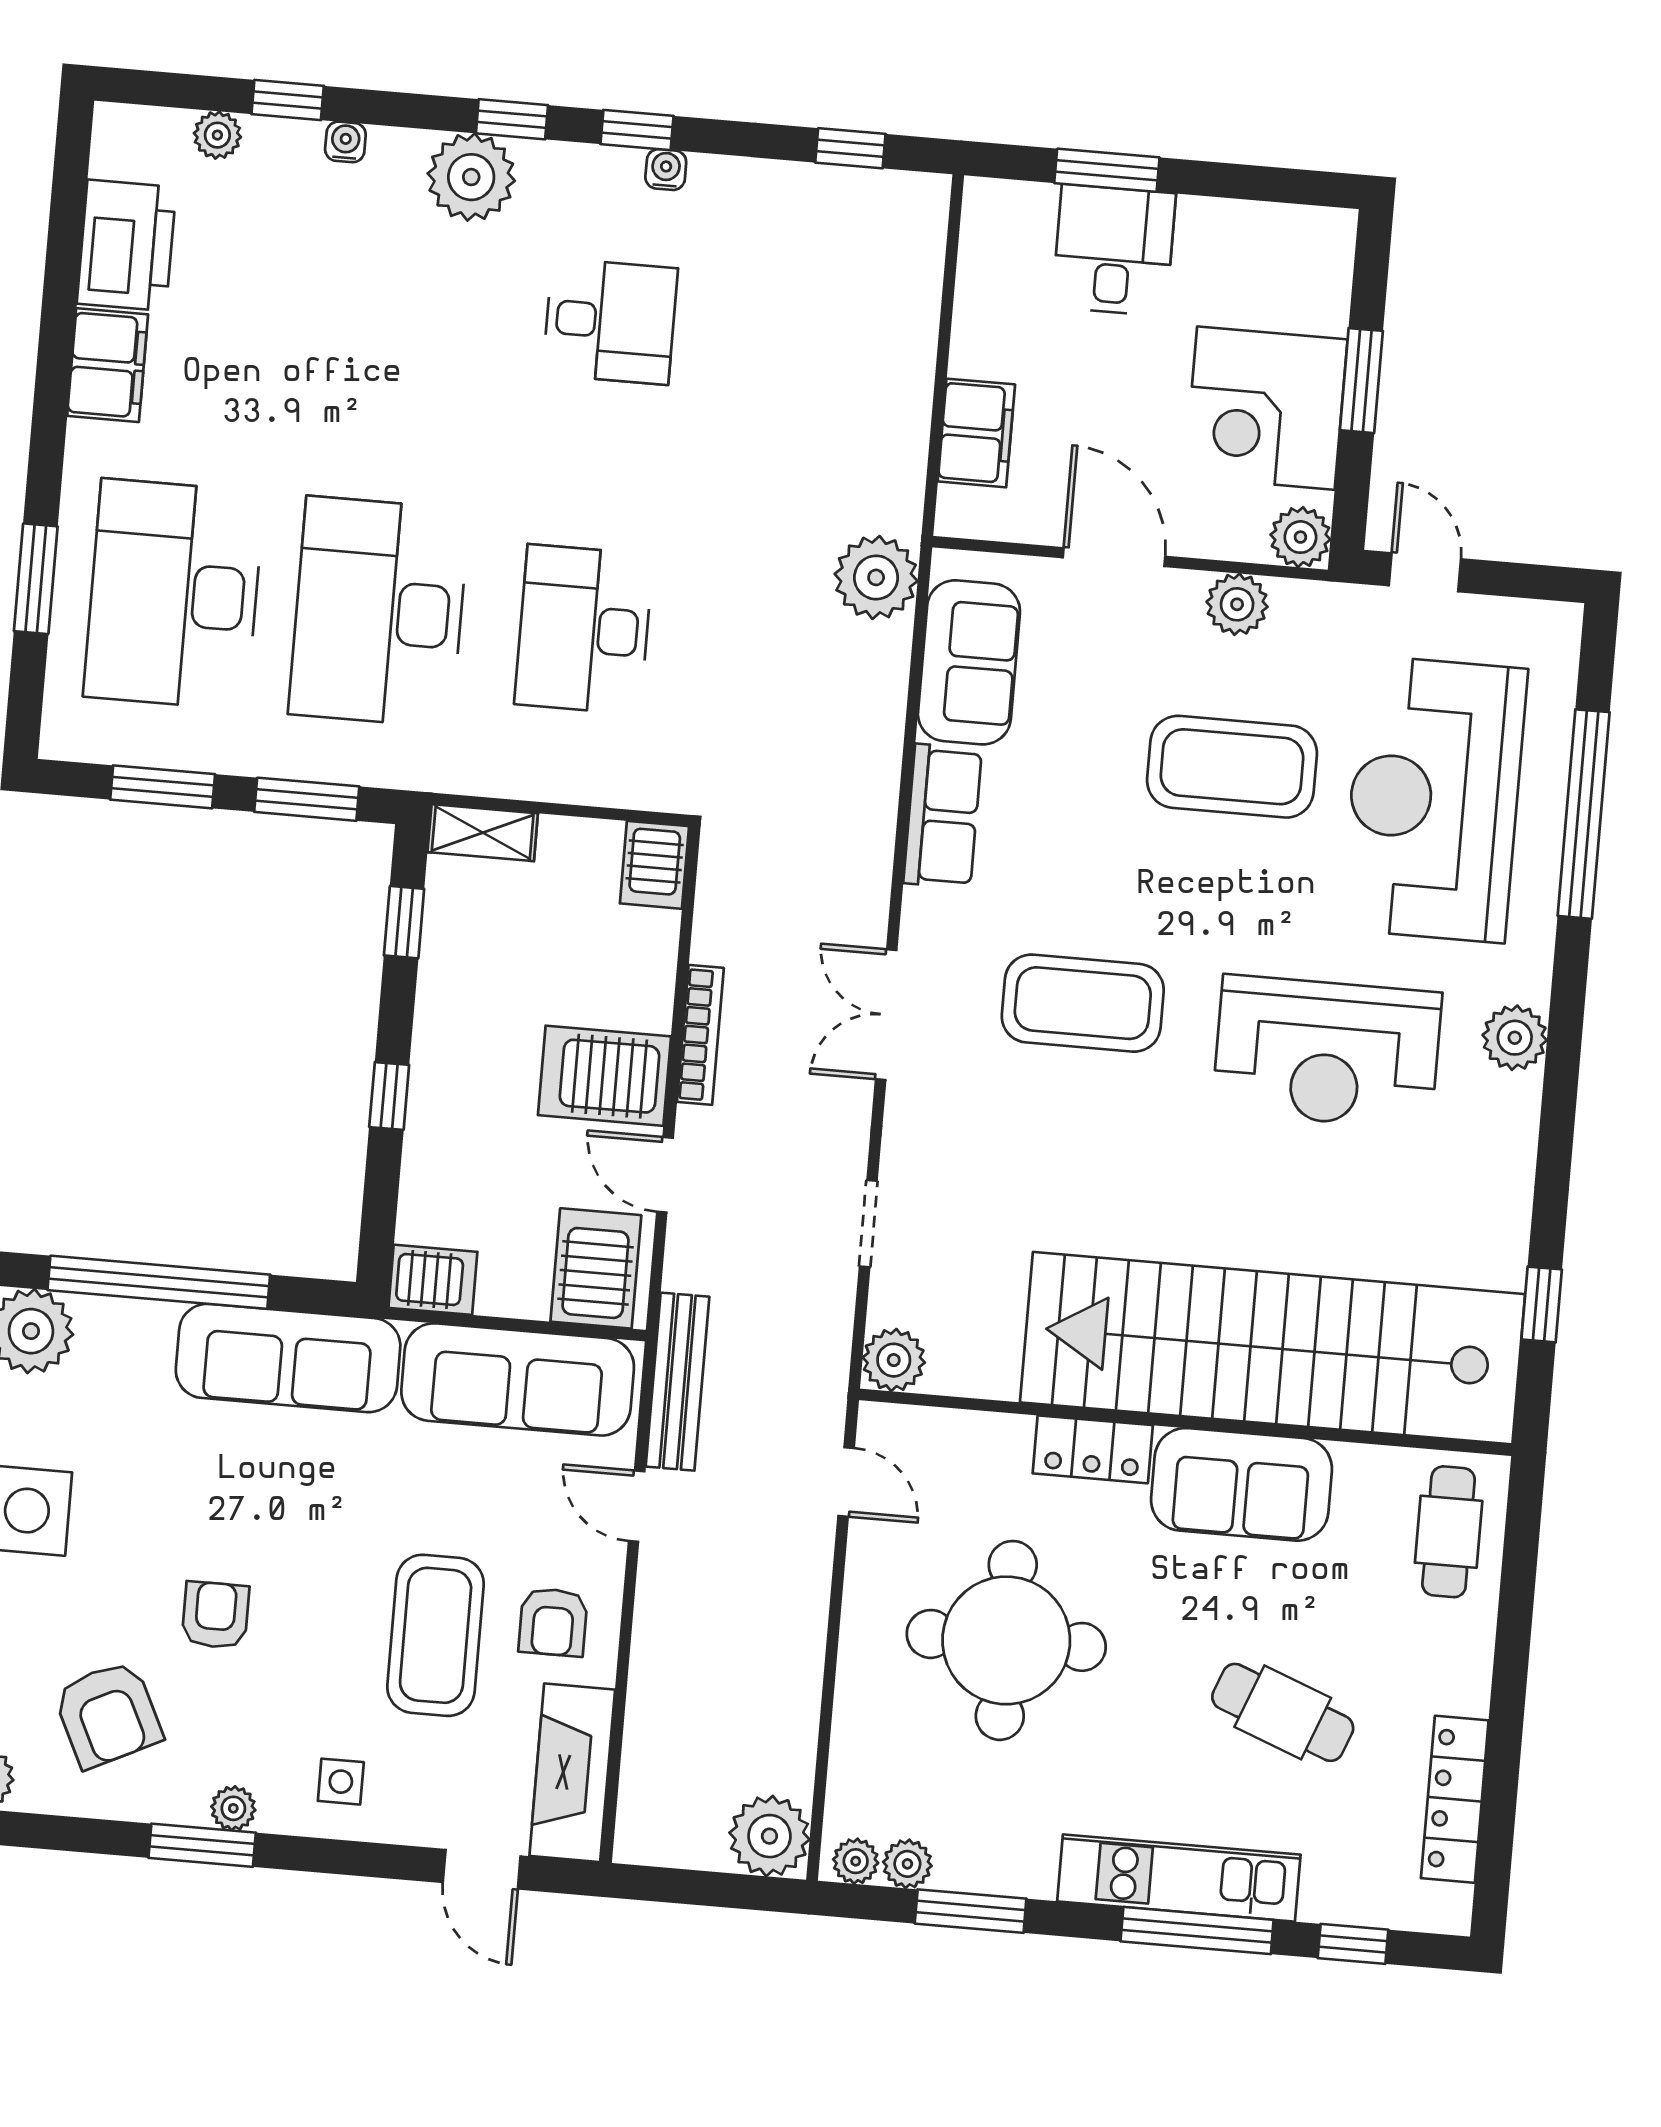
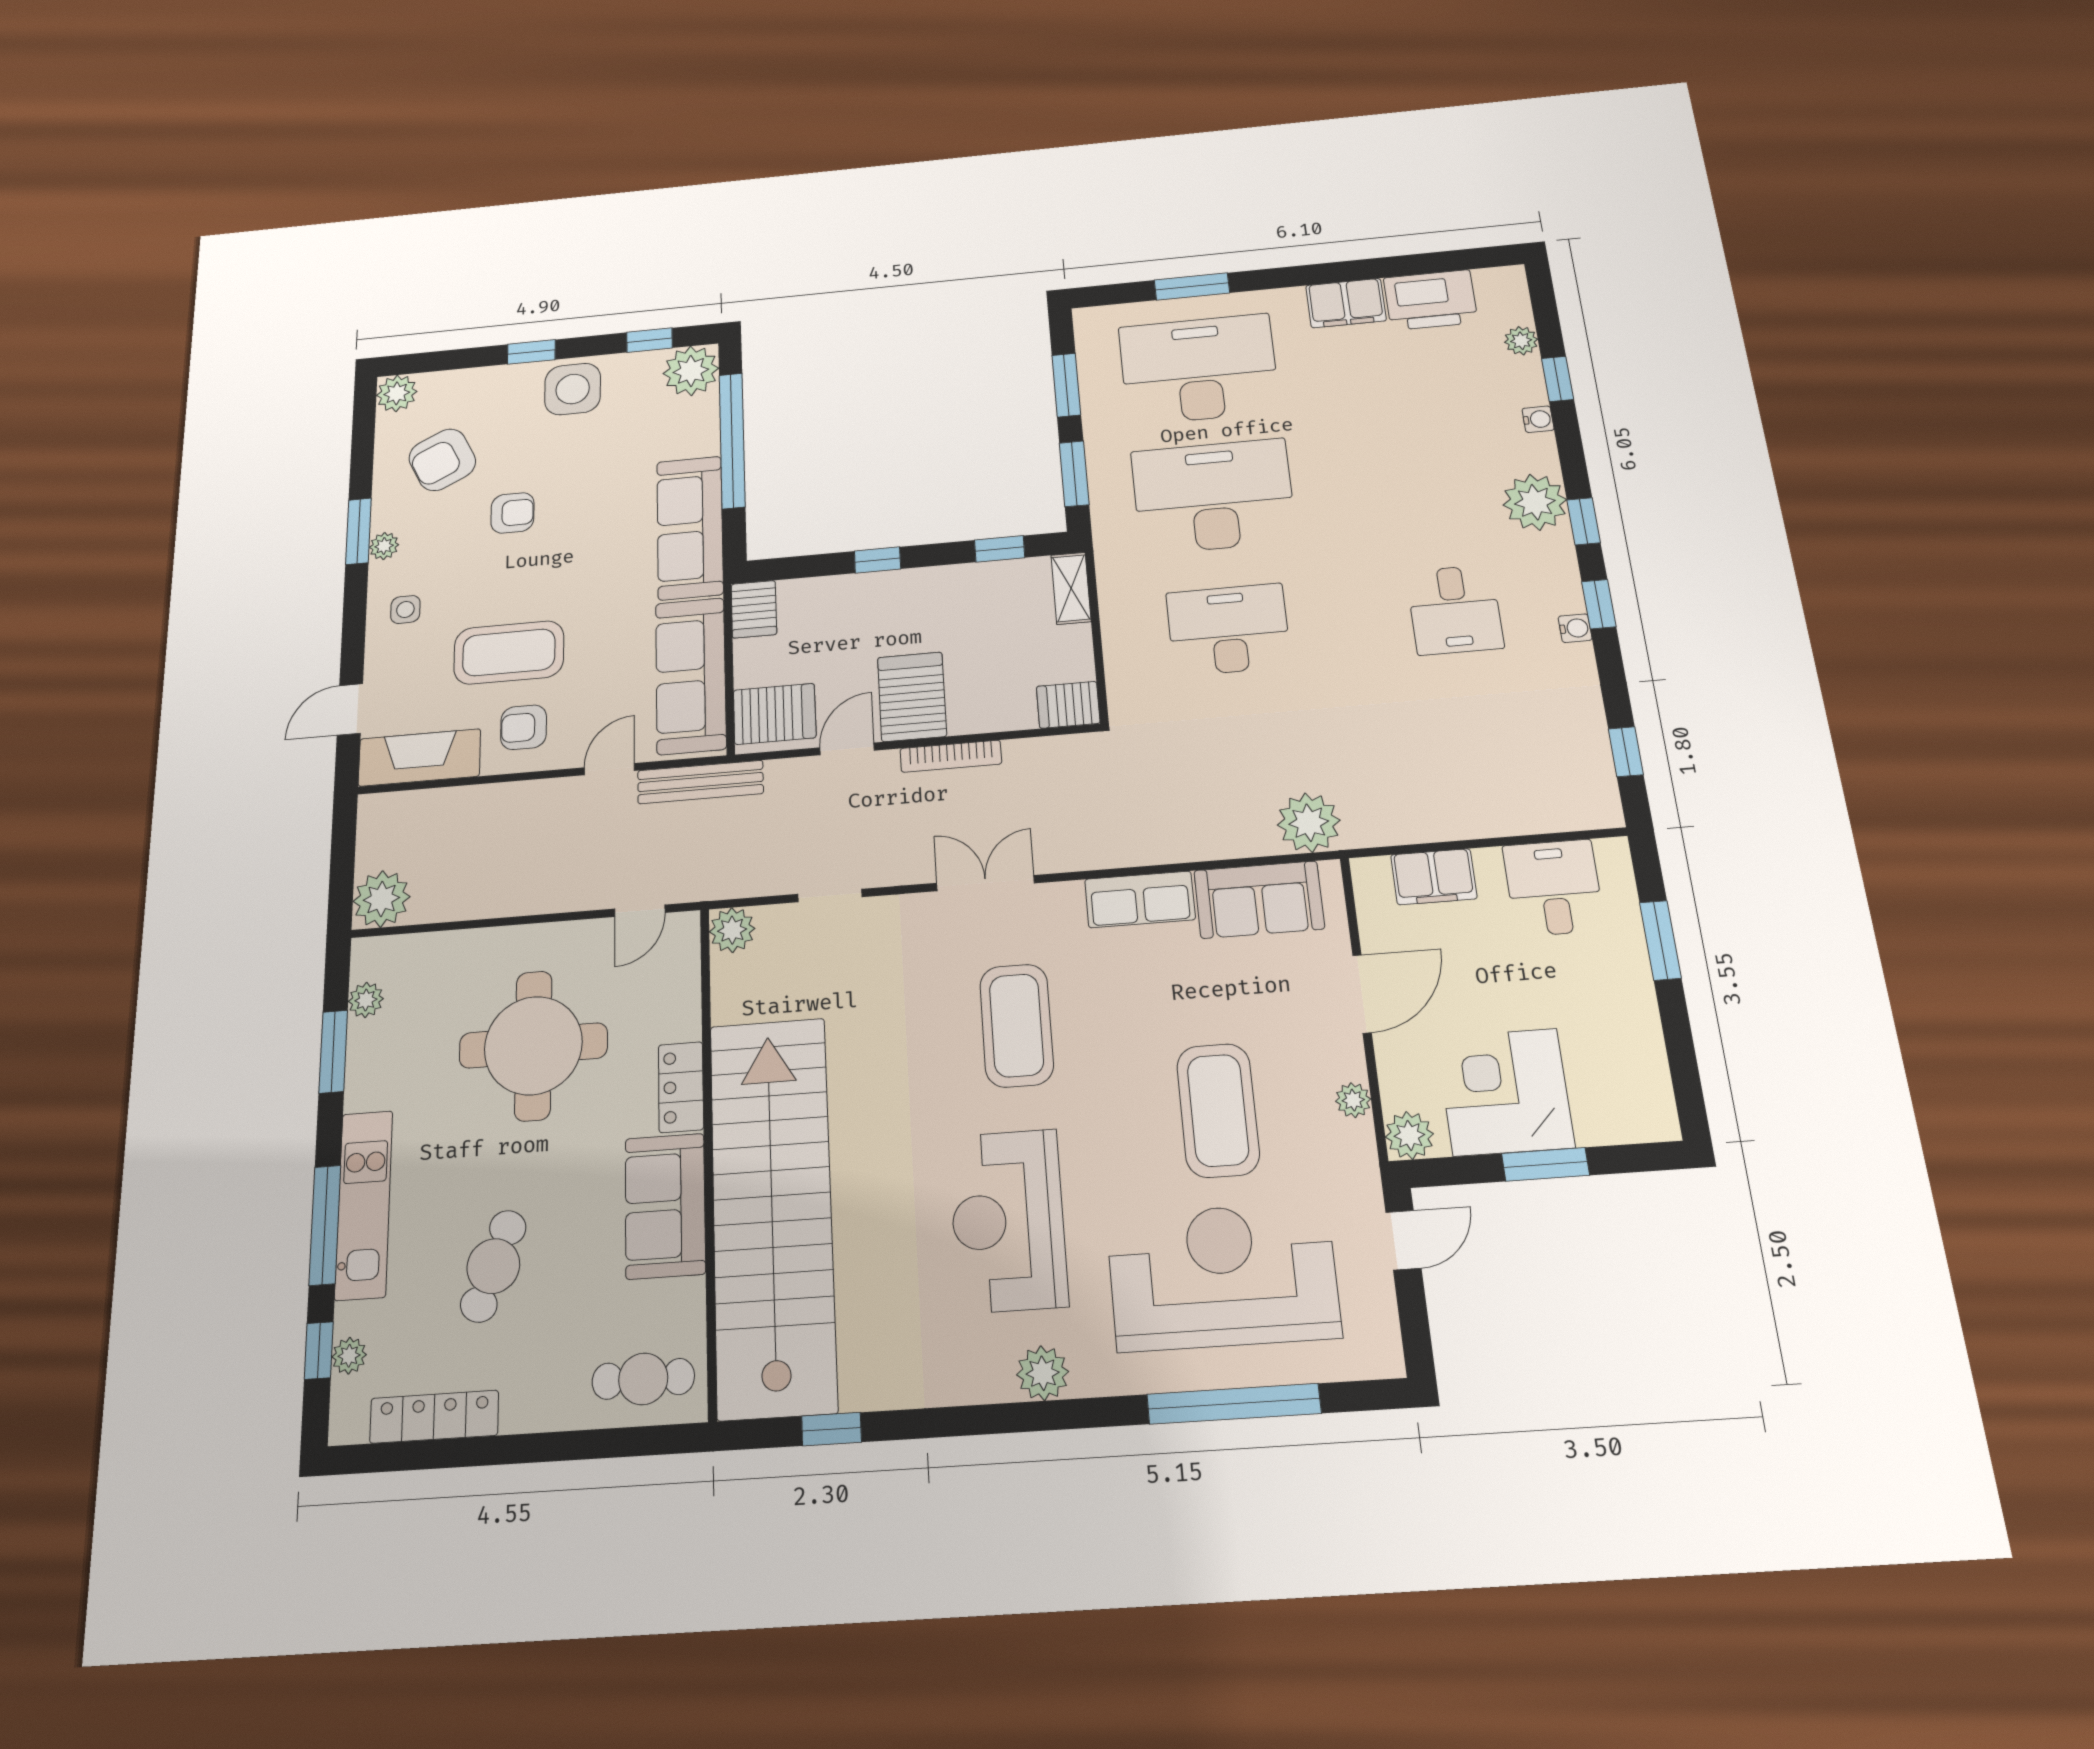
desk: (1114, 250) -> (1554, 888), moved, turned -90
plant: (1237, 604) -> (1353, 1100), width x0.73, depth x0.73
plant: (856, 1861) -> (349, 1356), moved

